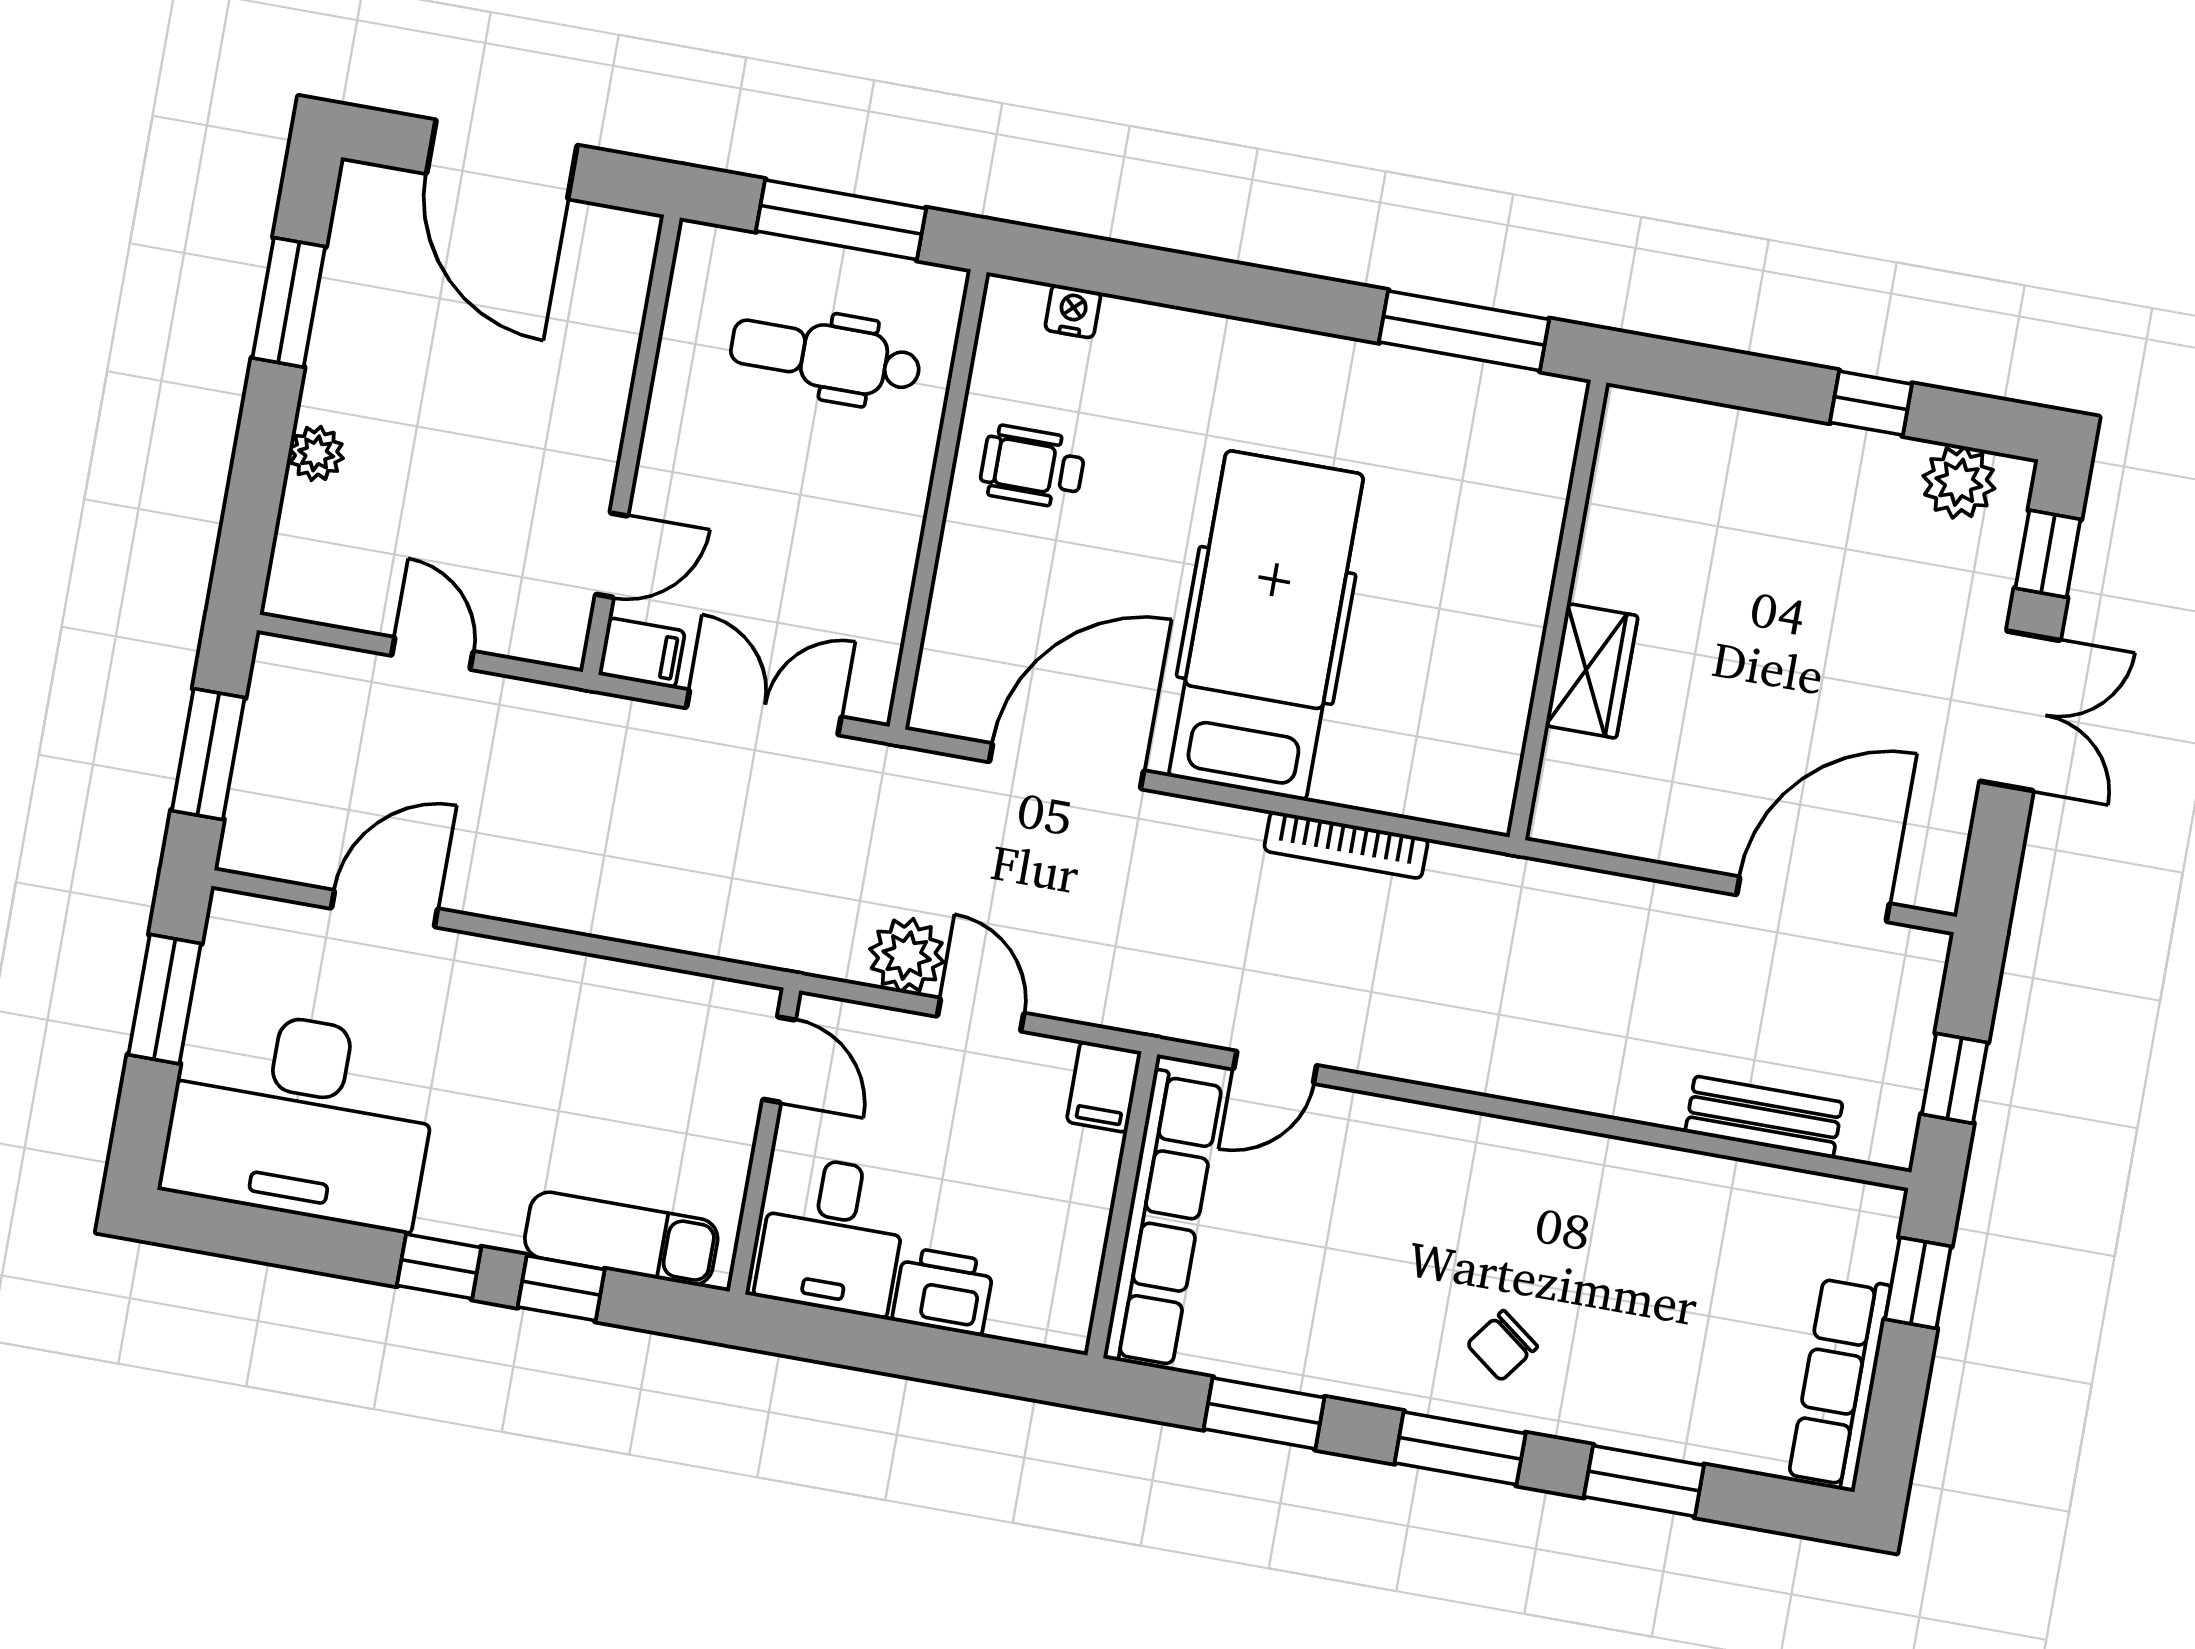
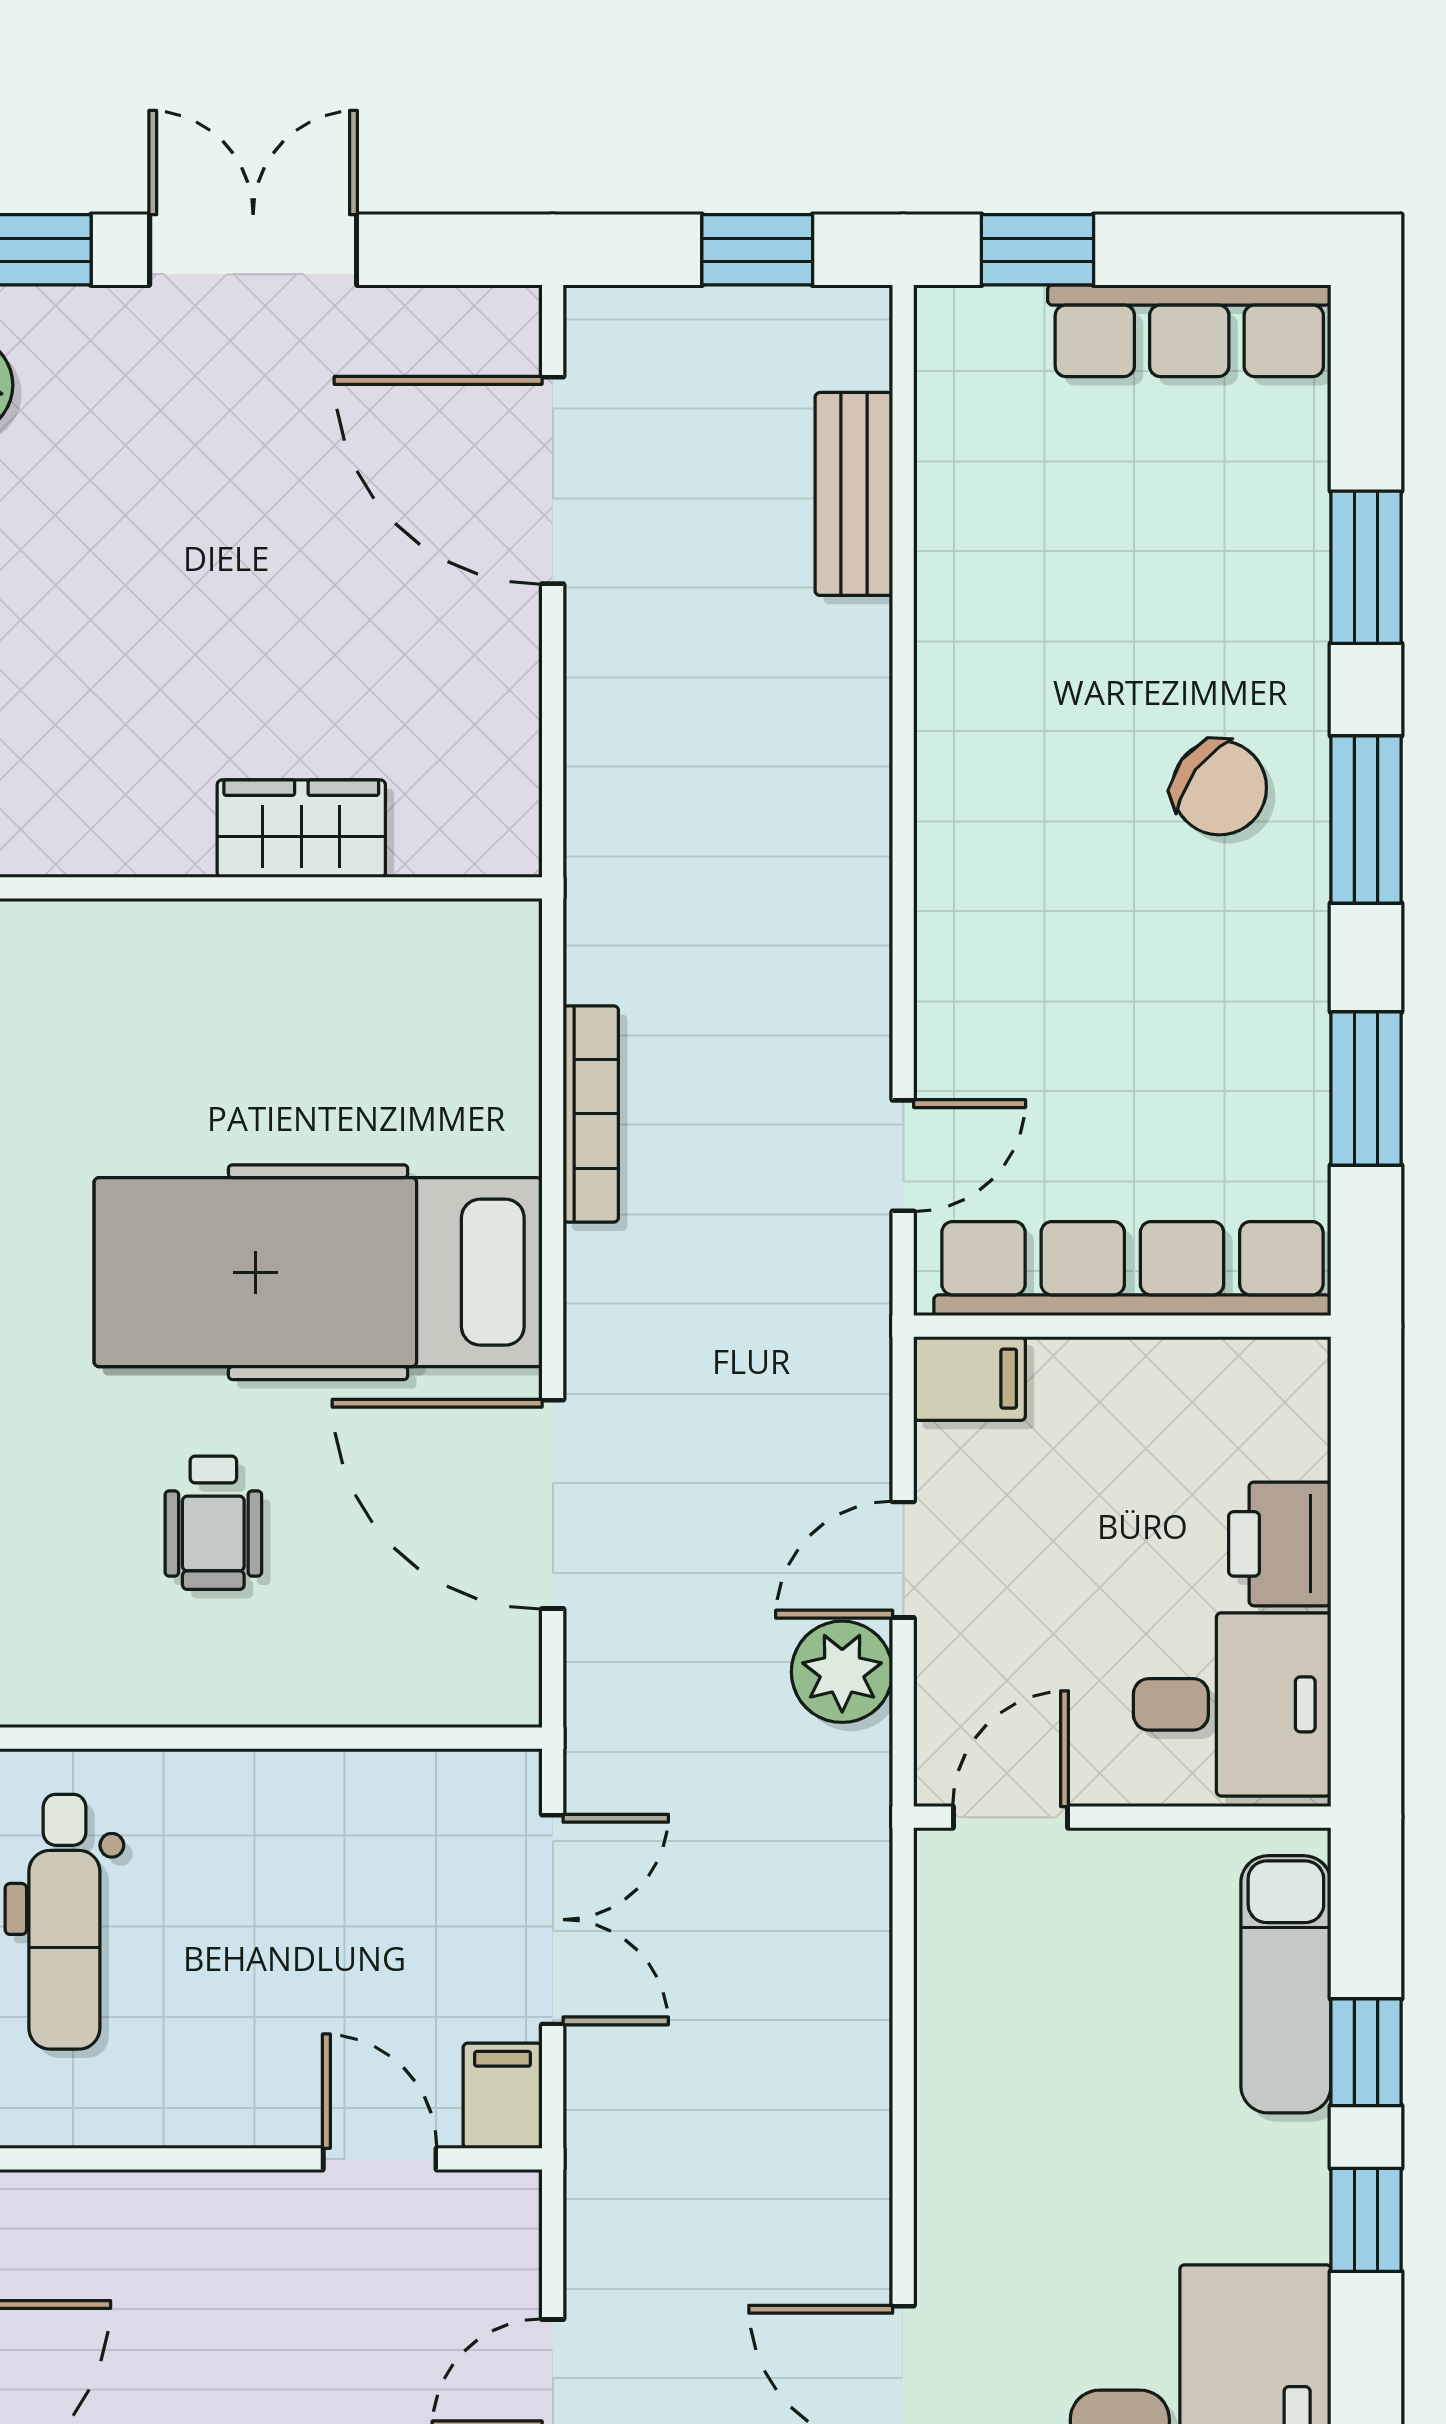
wheelchair: (1033, 467) -> (213, 1523), moved
double door: (764, 712) -> (553, 1920), swing flipped
door: (1275, 1067) -> (903, 1156), hinge flipped
chair: (1502, 1346) -> (1219, 788), width x1.37, depth x1.37

